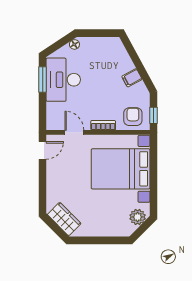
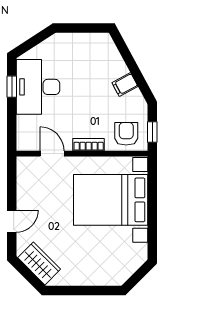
floor lamp: (74, 44) -> (52, 42), removed
window: (43, 79) -> (12, 87), width x0.67
door: (43, 150) -> (12, 221), moved
plant: (138, 217) -> (132, 261), removed

